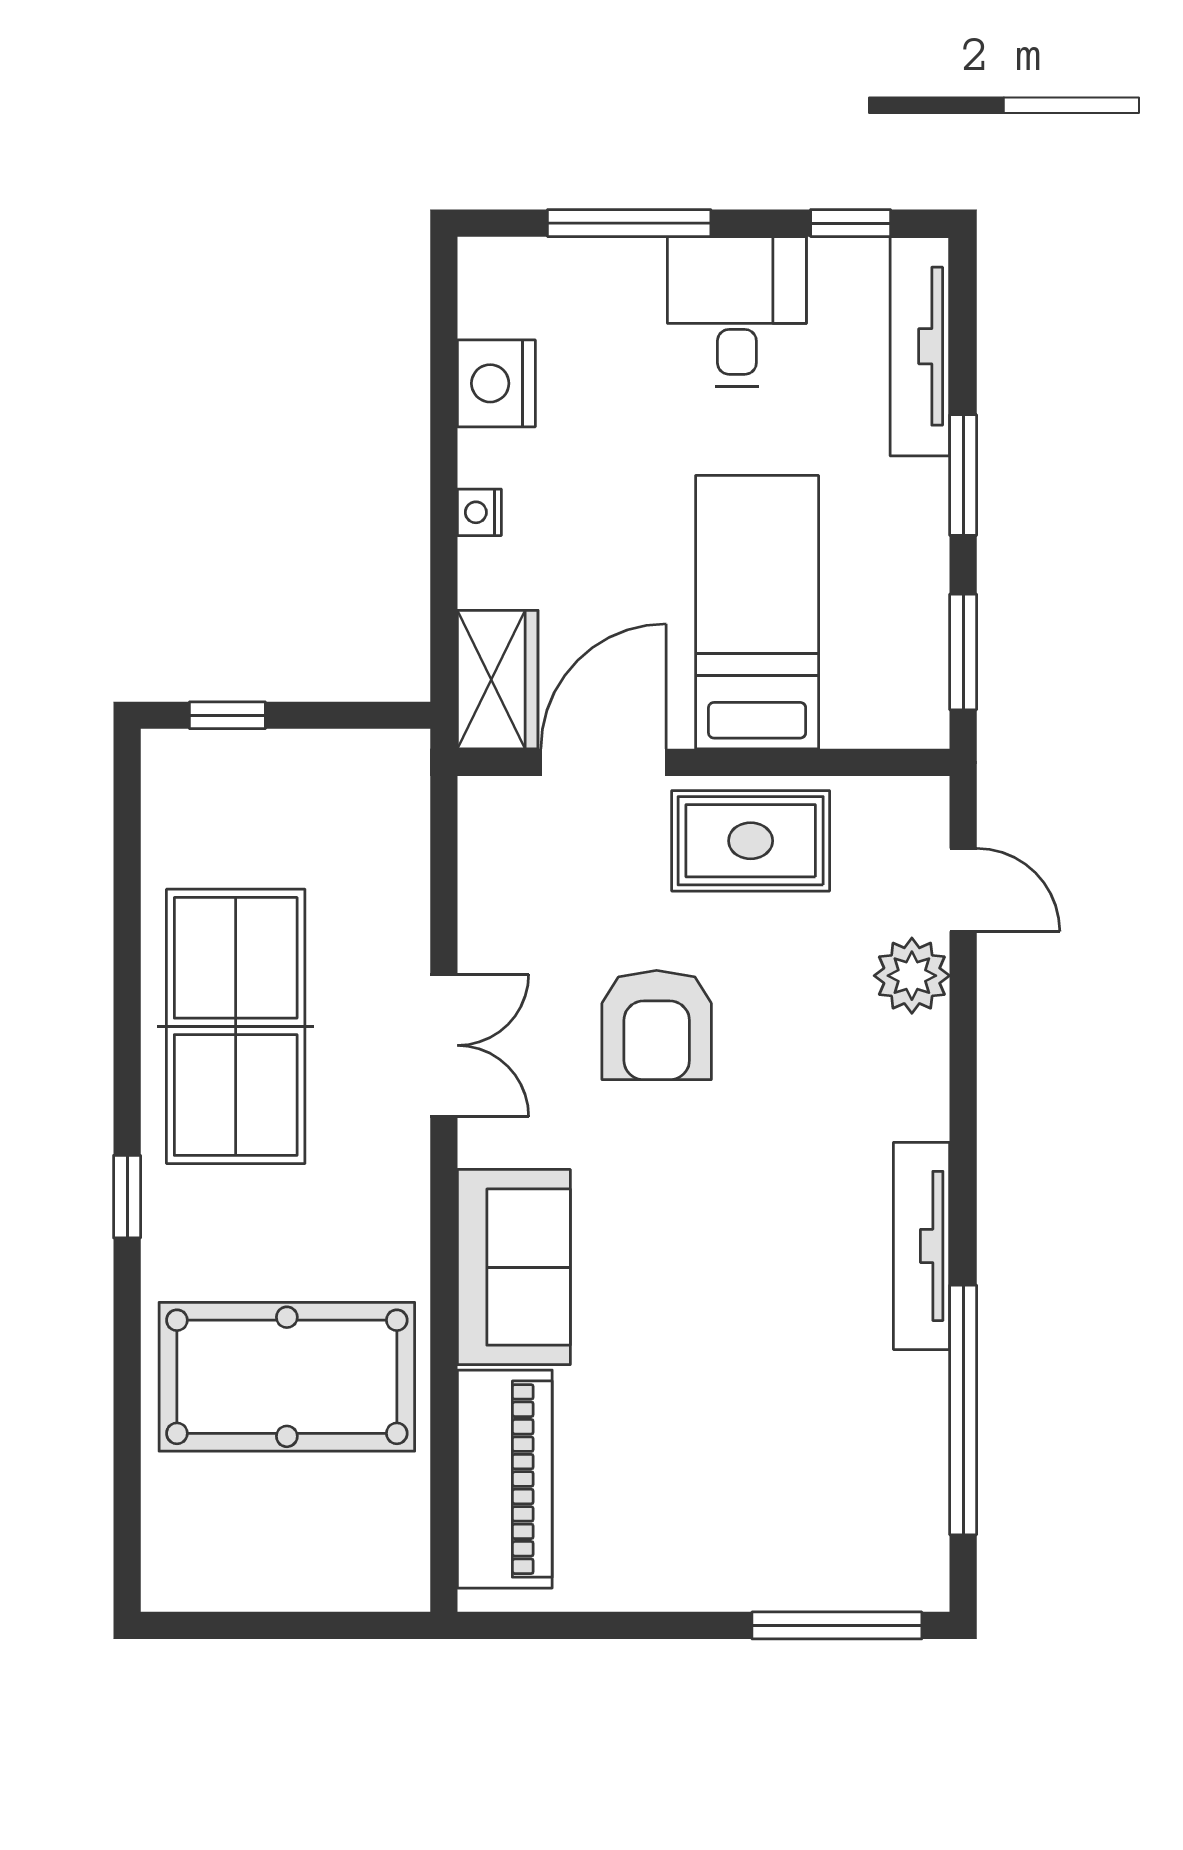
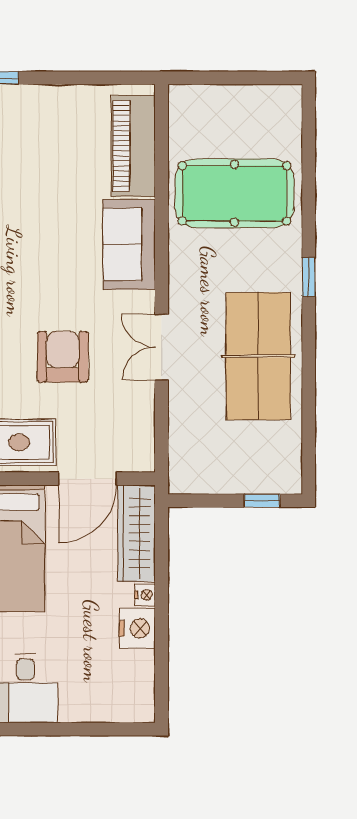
window: (629, 223) -> (75, 729), removed
nightstand: (496, 383) -> (137, 628), moved
wardrobe: (498, 680) -> (137, 533), width x1.50

